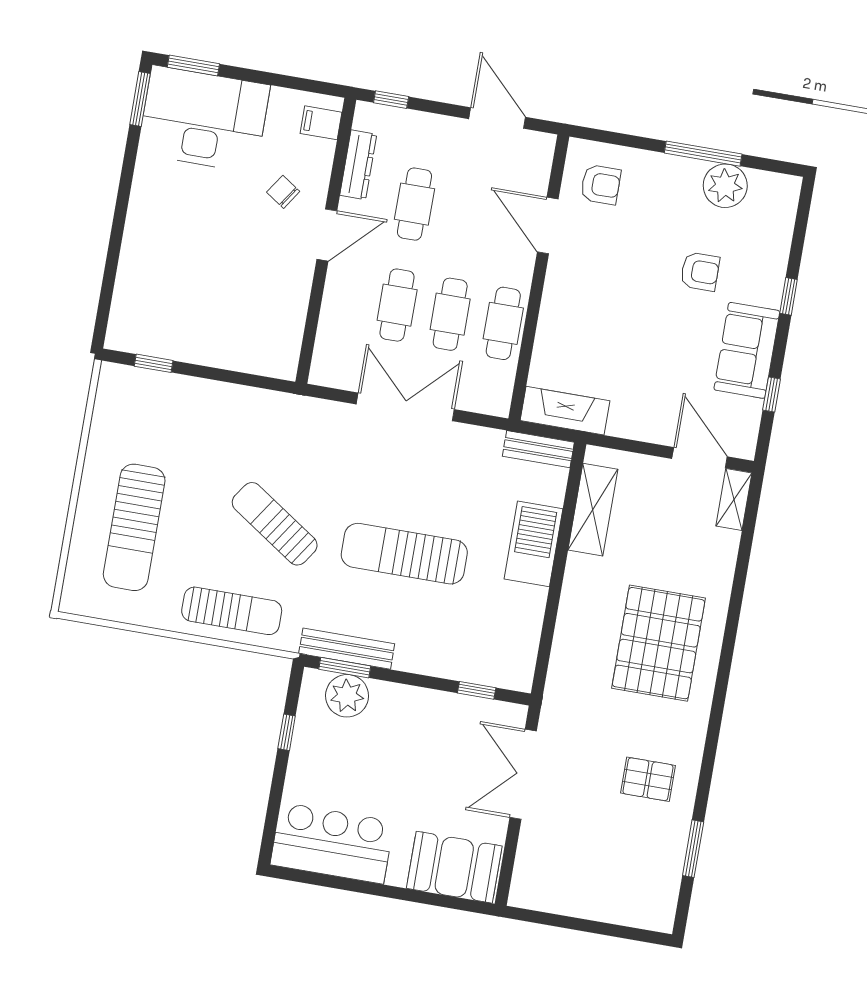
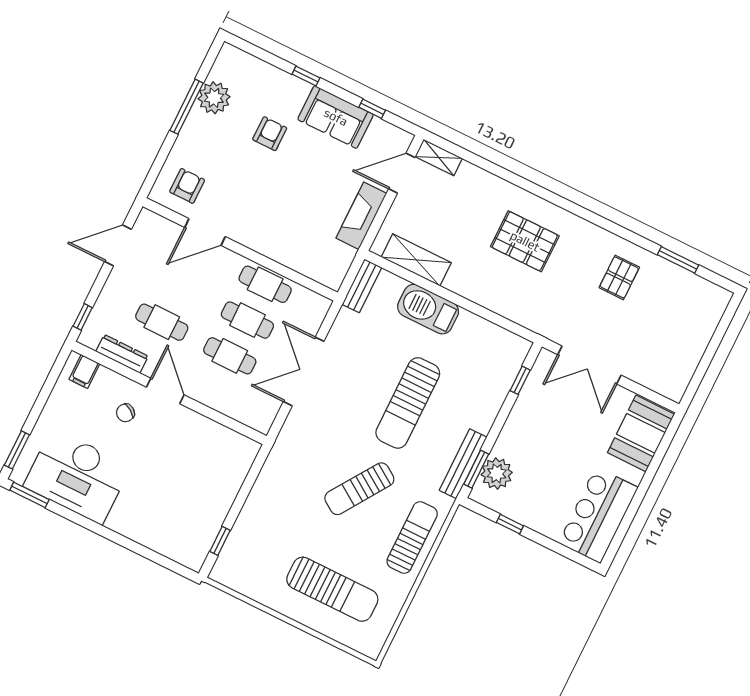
desk: (204, 119) -> (77, 476), moved, turned -90
fireplace: (565, 411) -> (361, 216), moved
pallet: (659, 643) -> (525, 241), width x0.73, depth x0.71

